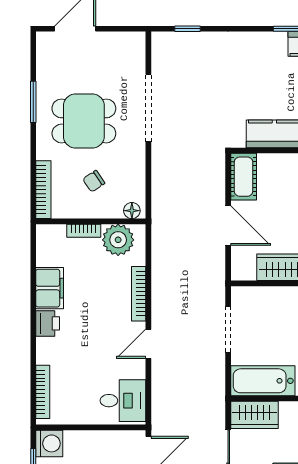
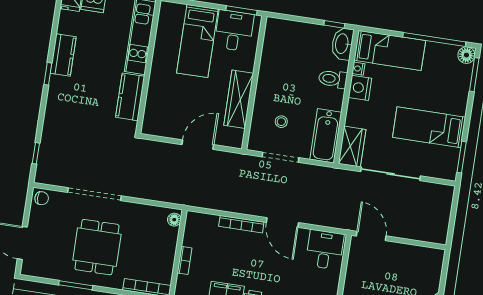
cot: (244, 177) -> (161, 126), removed
chair: (94, 181) -> (42, 198), moved, turned -56
plant: (118, 240) -> (196, 234), removed
stool: (272, 324) -> (281, 122), added
door: (148, 344) -> (282, 223), width x1.38

